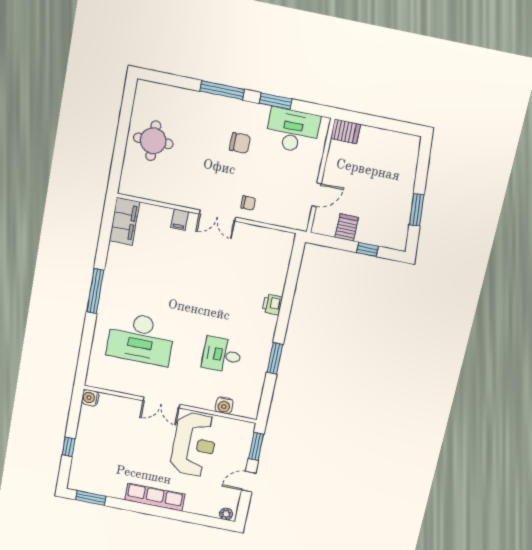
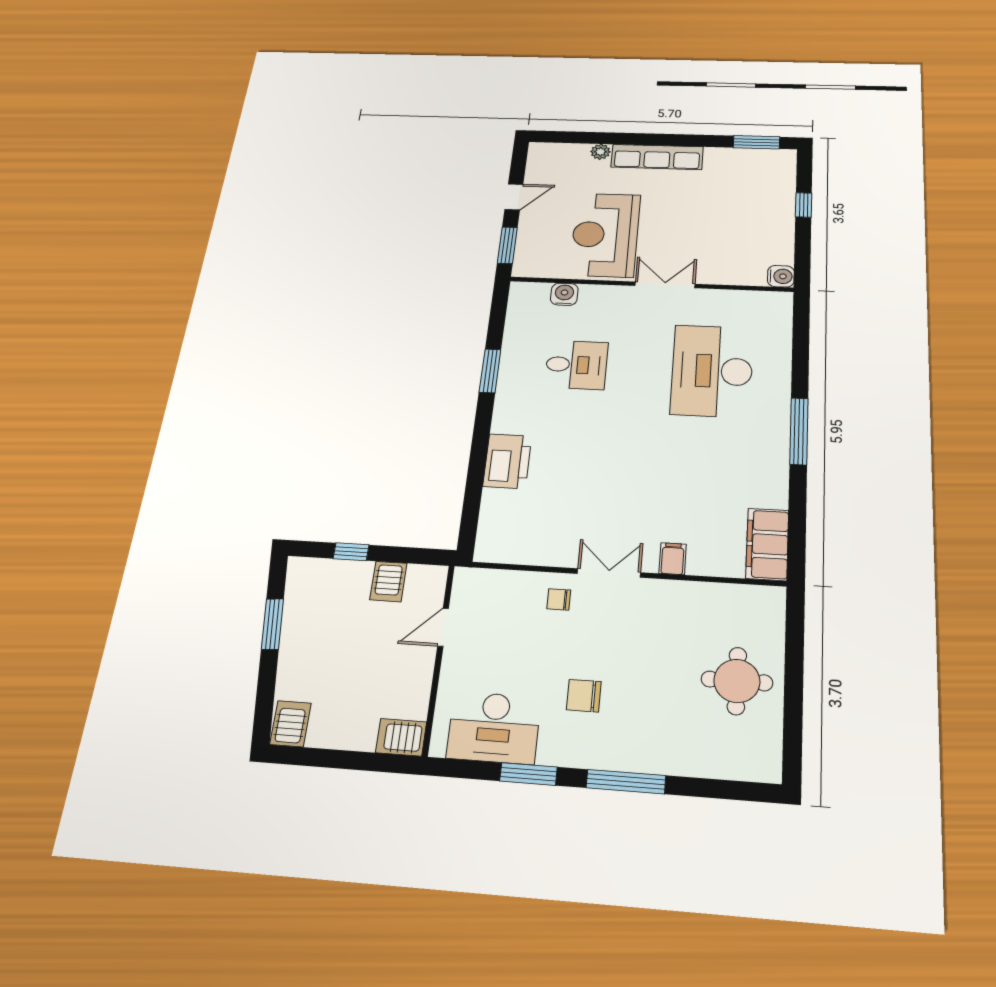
server rack: (409, 147) -> (290, 724), added
printer: (272, 305) -> (507, 461), width x1.87, depth x1.48
desk: (141, 339) -> (712, 371), turned -90
plant: (226, 514) -> (600, 152), moved

